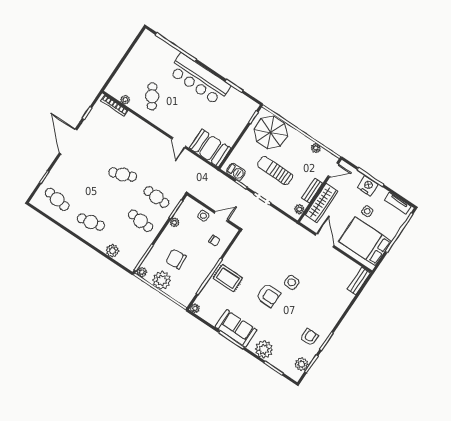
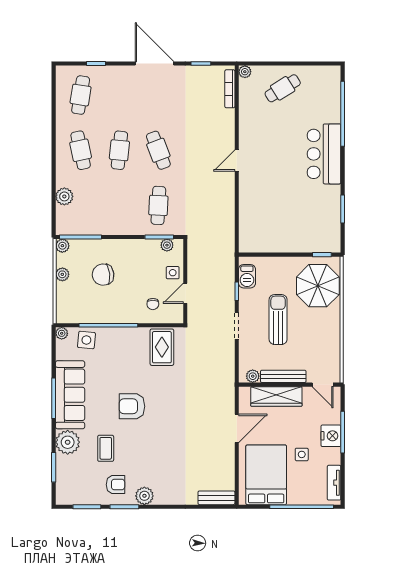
bar counter: (199, 79) -> (324, 154), width x0.73
cafe table: (152, 96) -> (283, 88), moved
plant: (125, 100) -> (245, 72), moved
door: (68, 141) -> (155, 64), hinge flipped
door: (179, 143) -> (237, 160), moved
booth: (210, 148) -> (254, 229), removed
plant: (316, 148) -> (334, 348), removed
bench: (312, 191) -> (283, 376), width x1.36
door: (221, 216) -> (185, 293), swing flipped
cafe table: (140, 221) -> (119, 150), moved
plant: (175, 222) -> (167, 245), moved
chair: (176, 259) -> (103, 275), turned -92
rug: (228, 278) -> (162, 347), moved
plant: (162, 280) -> (62, 274), width x0.53, depth x0.53
side table: (292, 282) -> (86, 340), moved
armchair: (268, 295) -> (132, 406), turned 90
sofa: (236, 328) -> (70, 395), width x1.36
coffee table: (283, 329) -> (106, 448), added
plant: (302, 364) -> (144, 496), moved

